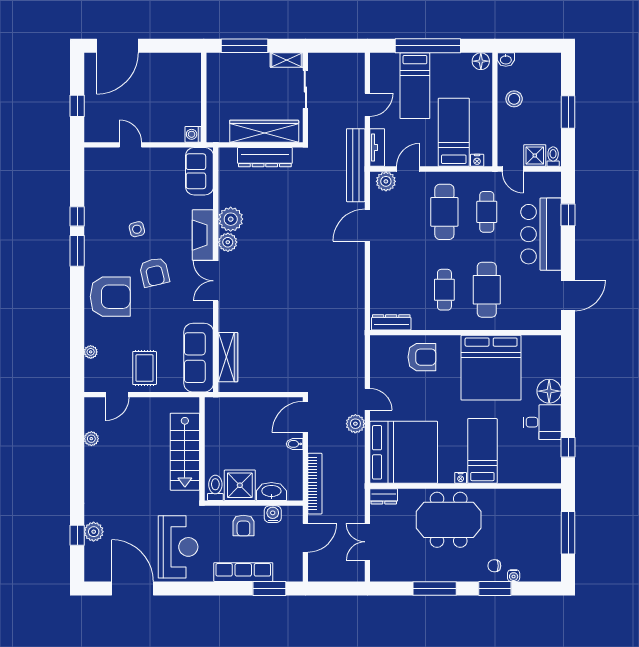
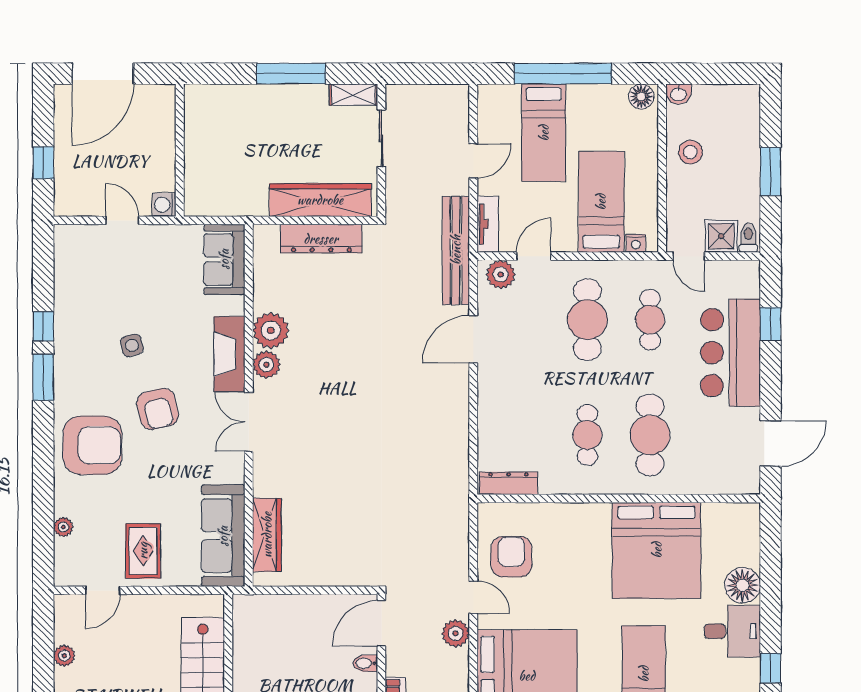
wall: (204, 98) -> (180, 150), moved
washing machine: (193, 134) -> (164, 205), moved
armchair: (422, 357) -> (511, 557), moved, turned -90

